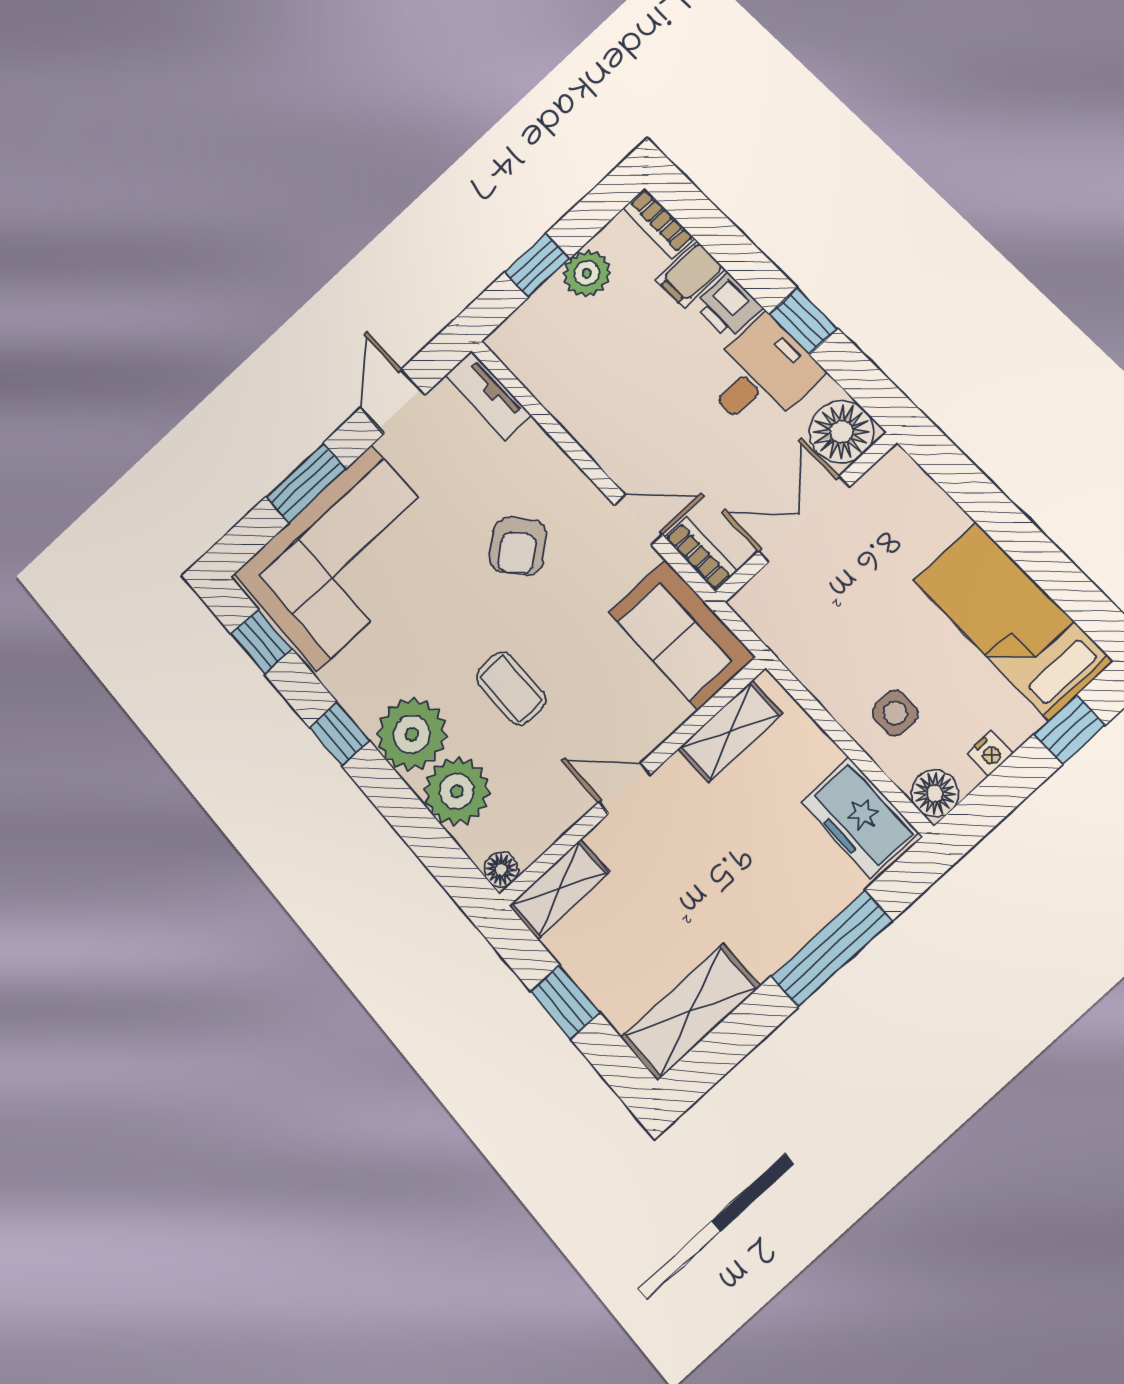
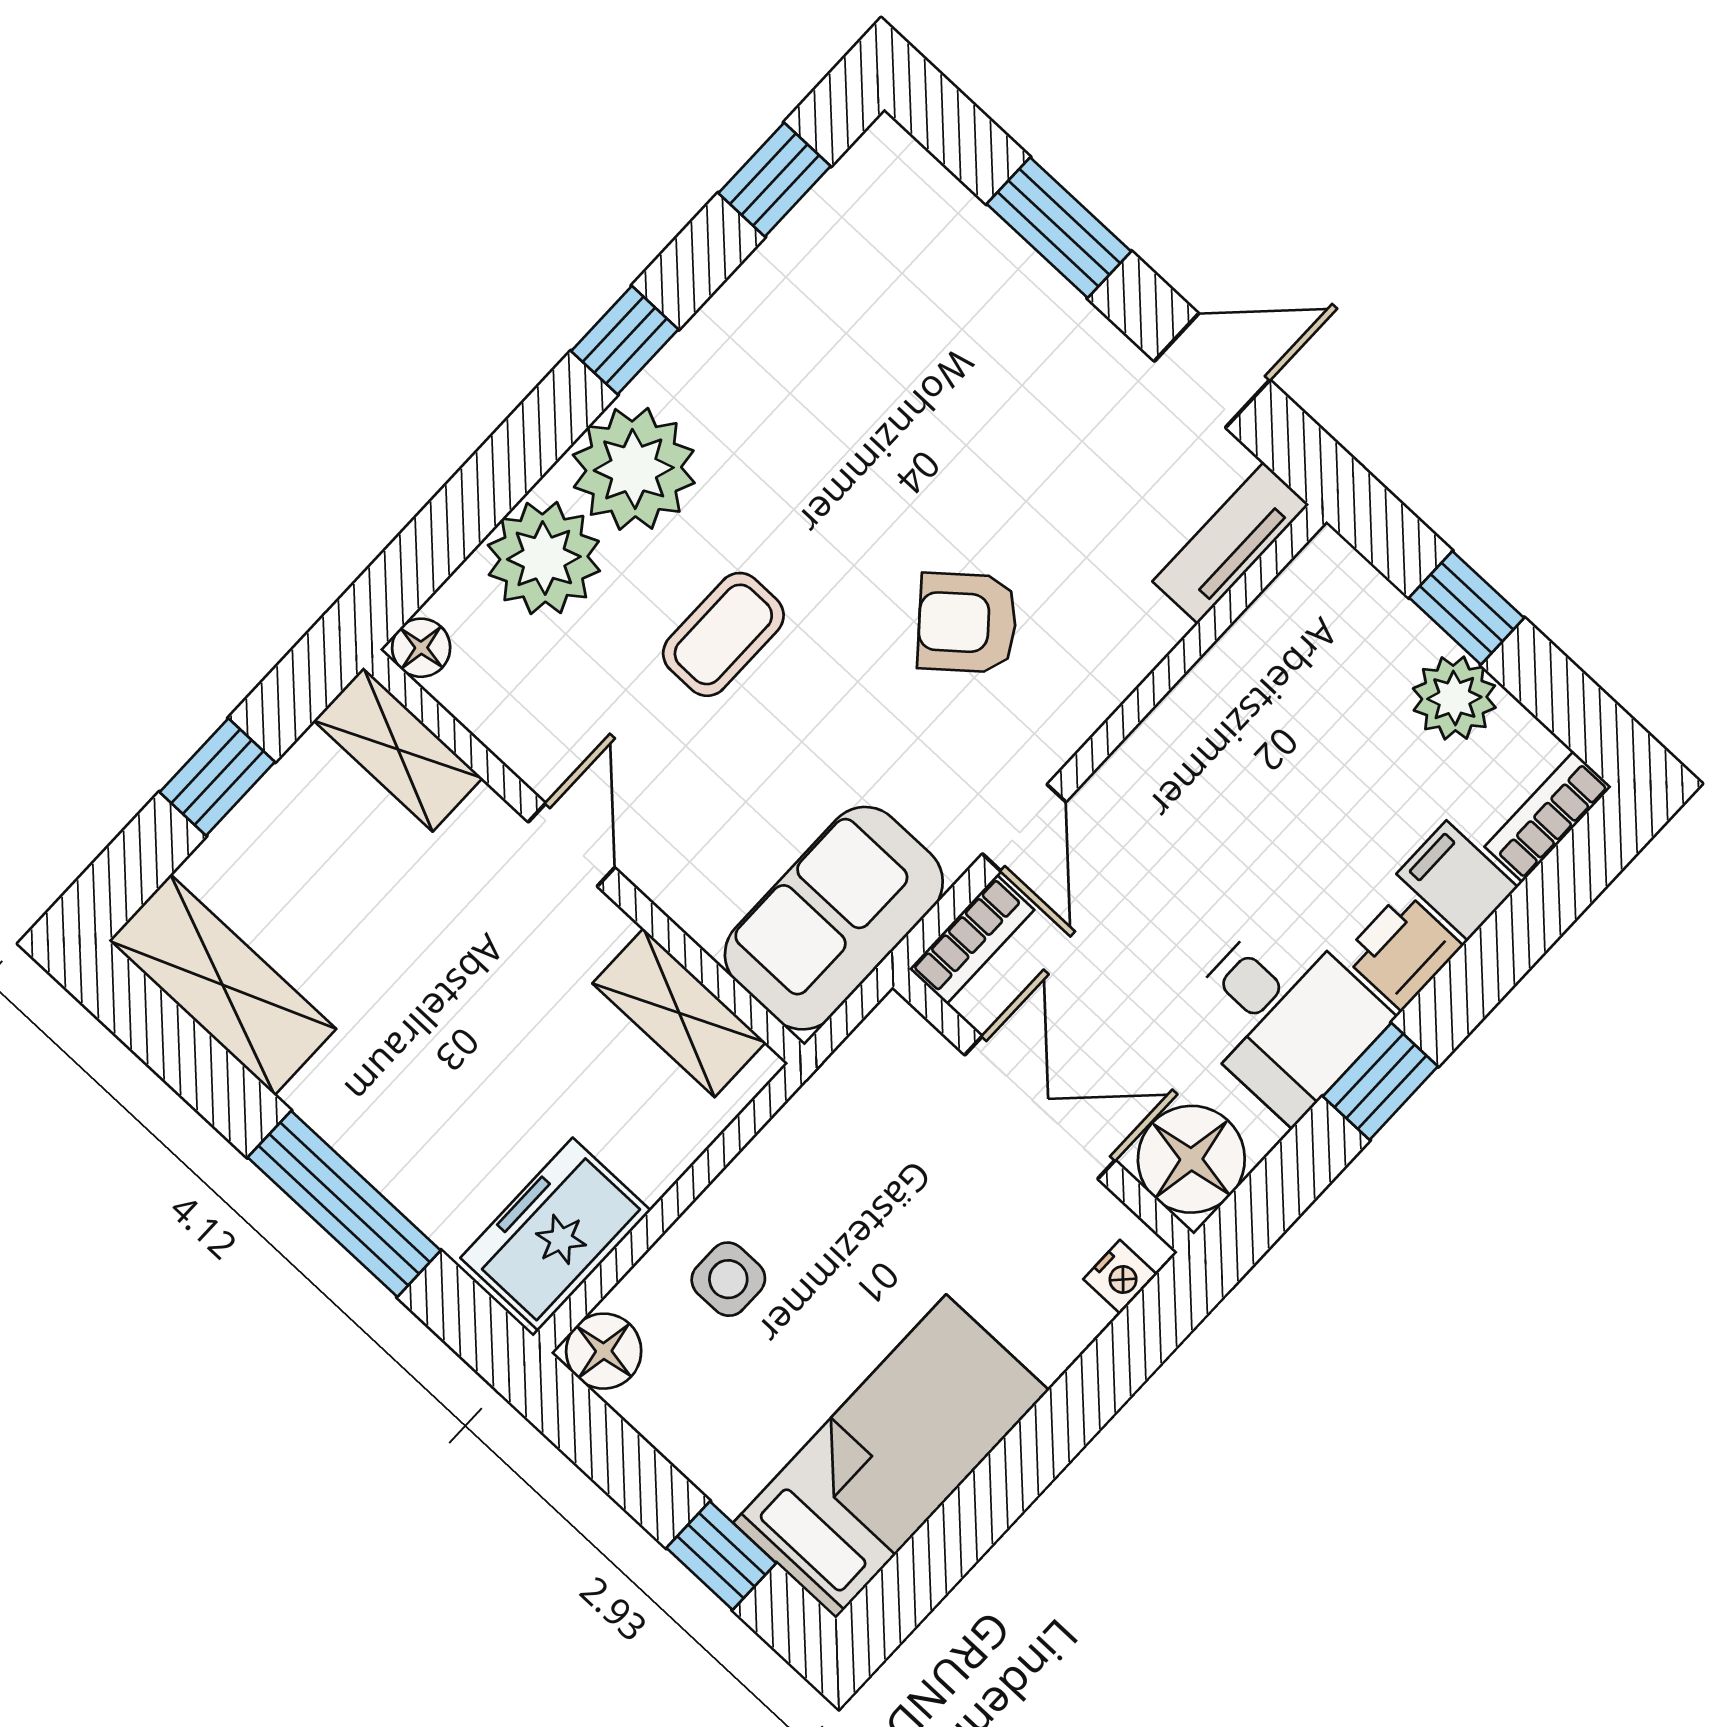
corner sofa: (344, 557) -> (931, 314), removed
nightstand: (990, 753) -> (1120, 1277), moved, turned -90

